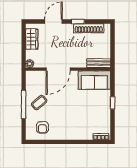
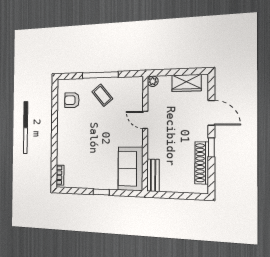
door: (58, 69) -> (145, 120), width x0.53

